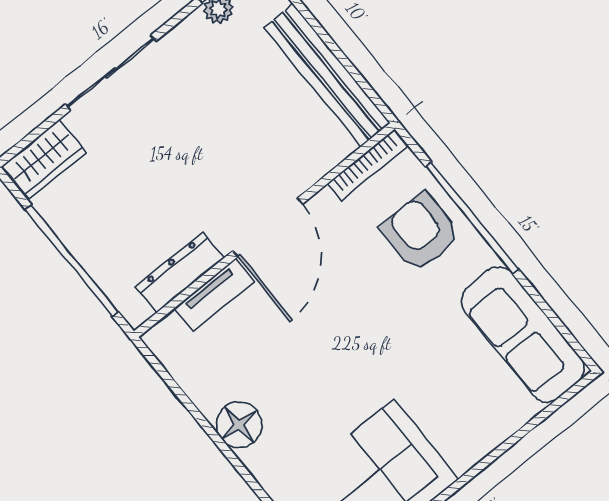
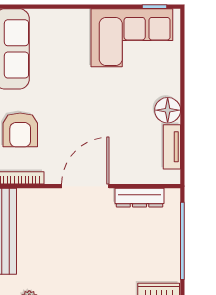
tv unit: (214, 295) -> (172, 147), moved, turned -90

